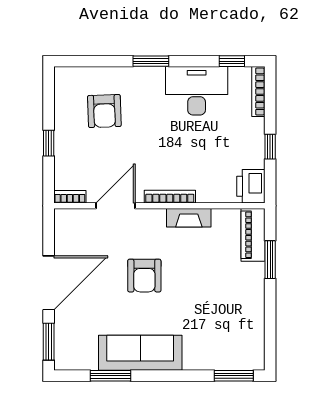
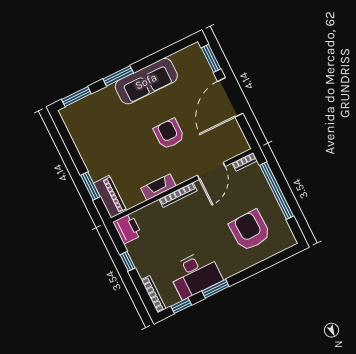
window: (151, 61) -> (215, 289), moved
armchair: (104, 111) -> (250, 230), width x1.36, depth x1.36
window: (49, 143) -> (276, 191), width x3.17
window: (110, 376) -> (118, 76), moved

